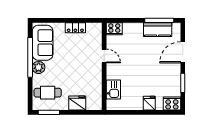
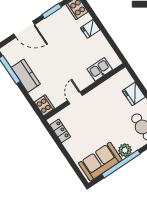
locker: (75, 28) -> (60, 131), moved
kitchen counter: (158, 30) -> (26, 76), moved

